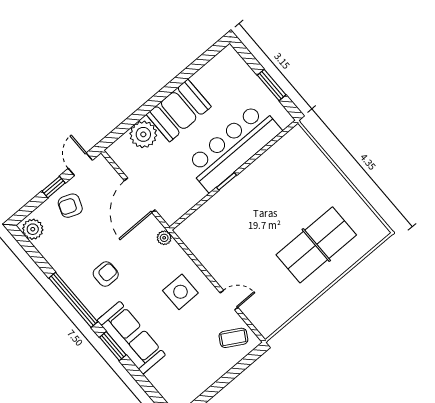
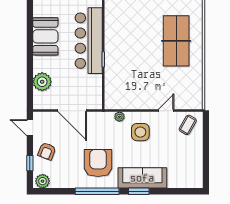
booth: (179, 110) -> (45, 36), moved
window: (54, 187) -> (30, 163), moved
plant: (164, 238) -> (119, 117), moved
armchair: (106, 274) -> (98, 163), width x1.88, depth x1.88

